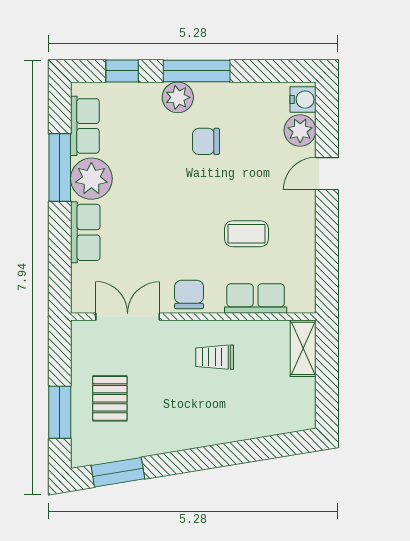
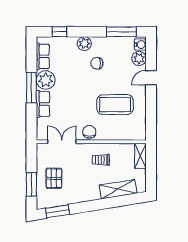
window: (197, 71) -> (121, 32), moved
window: (60, 167) -> (31, 88), moved
coffee table: (247, 234) -> (115, 105), width x1.86, depth x1.72
row of seats: (256, 299) -> (119, 134), removed
shelving: (253, 423) -> (118, 189), added

